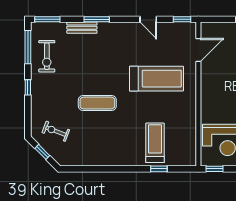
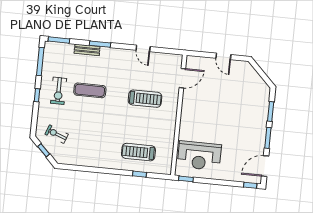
window: (182, 19) -> (171, 51), removed
exercise bike: (47, 56) -> (59, 91), moved
treadmill: (156, 79) -> (145, 99), width x0.73, depth x0.73
exercise mat: (97, 103) -> (90, 90), moved
treadmill: (155, 143) -> (138, 152), turned -90

